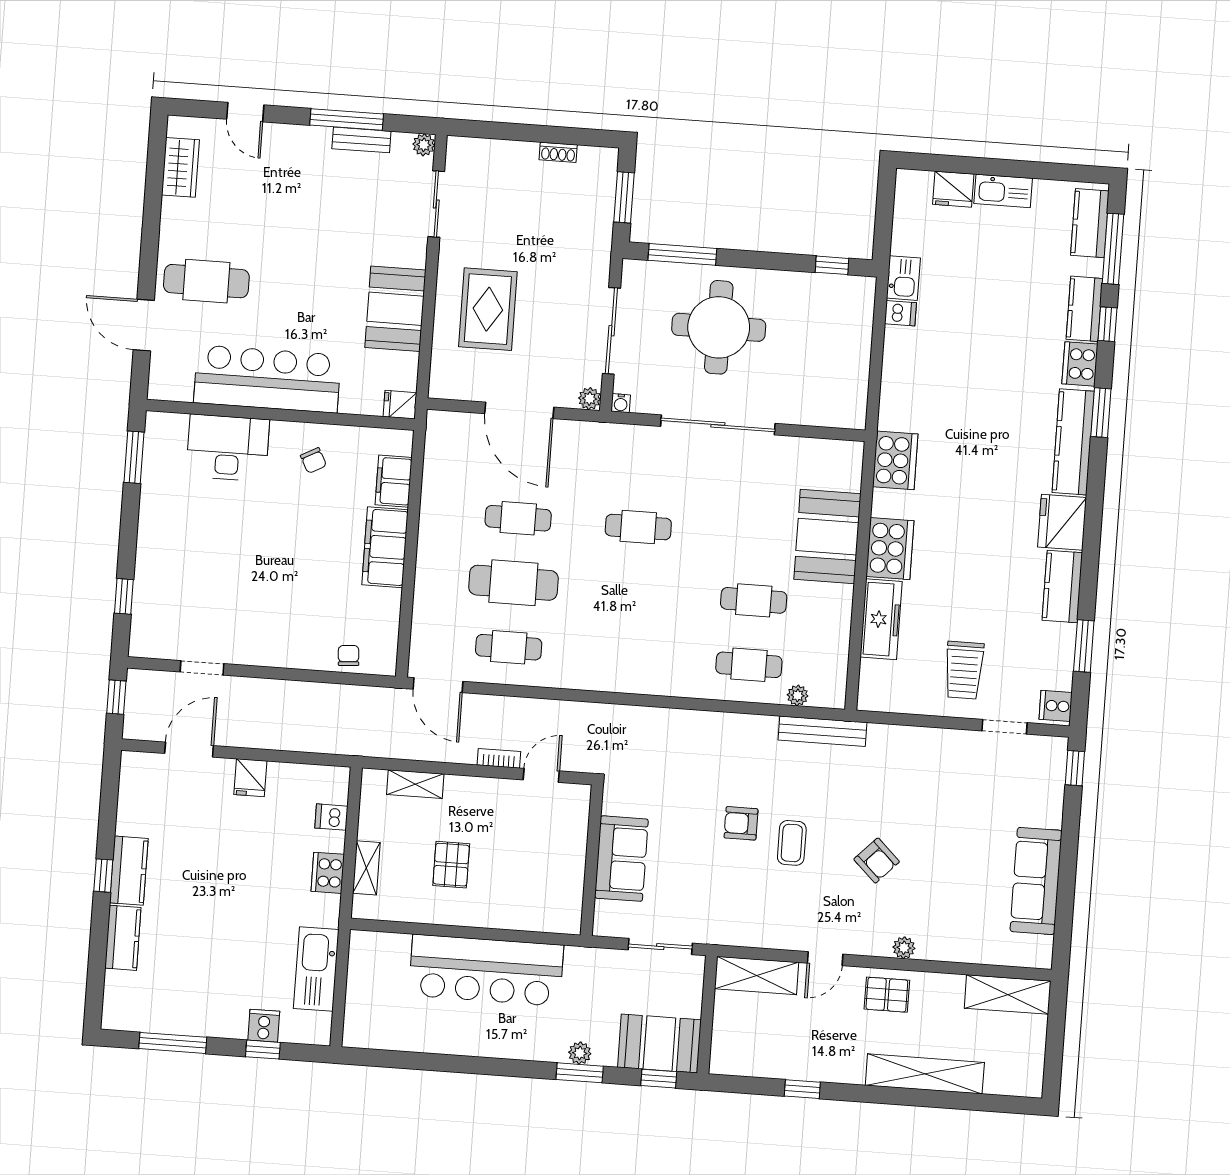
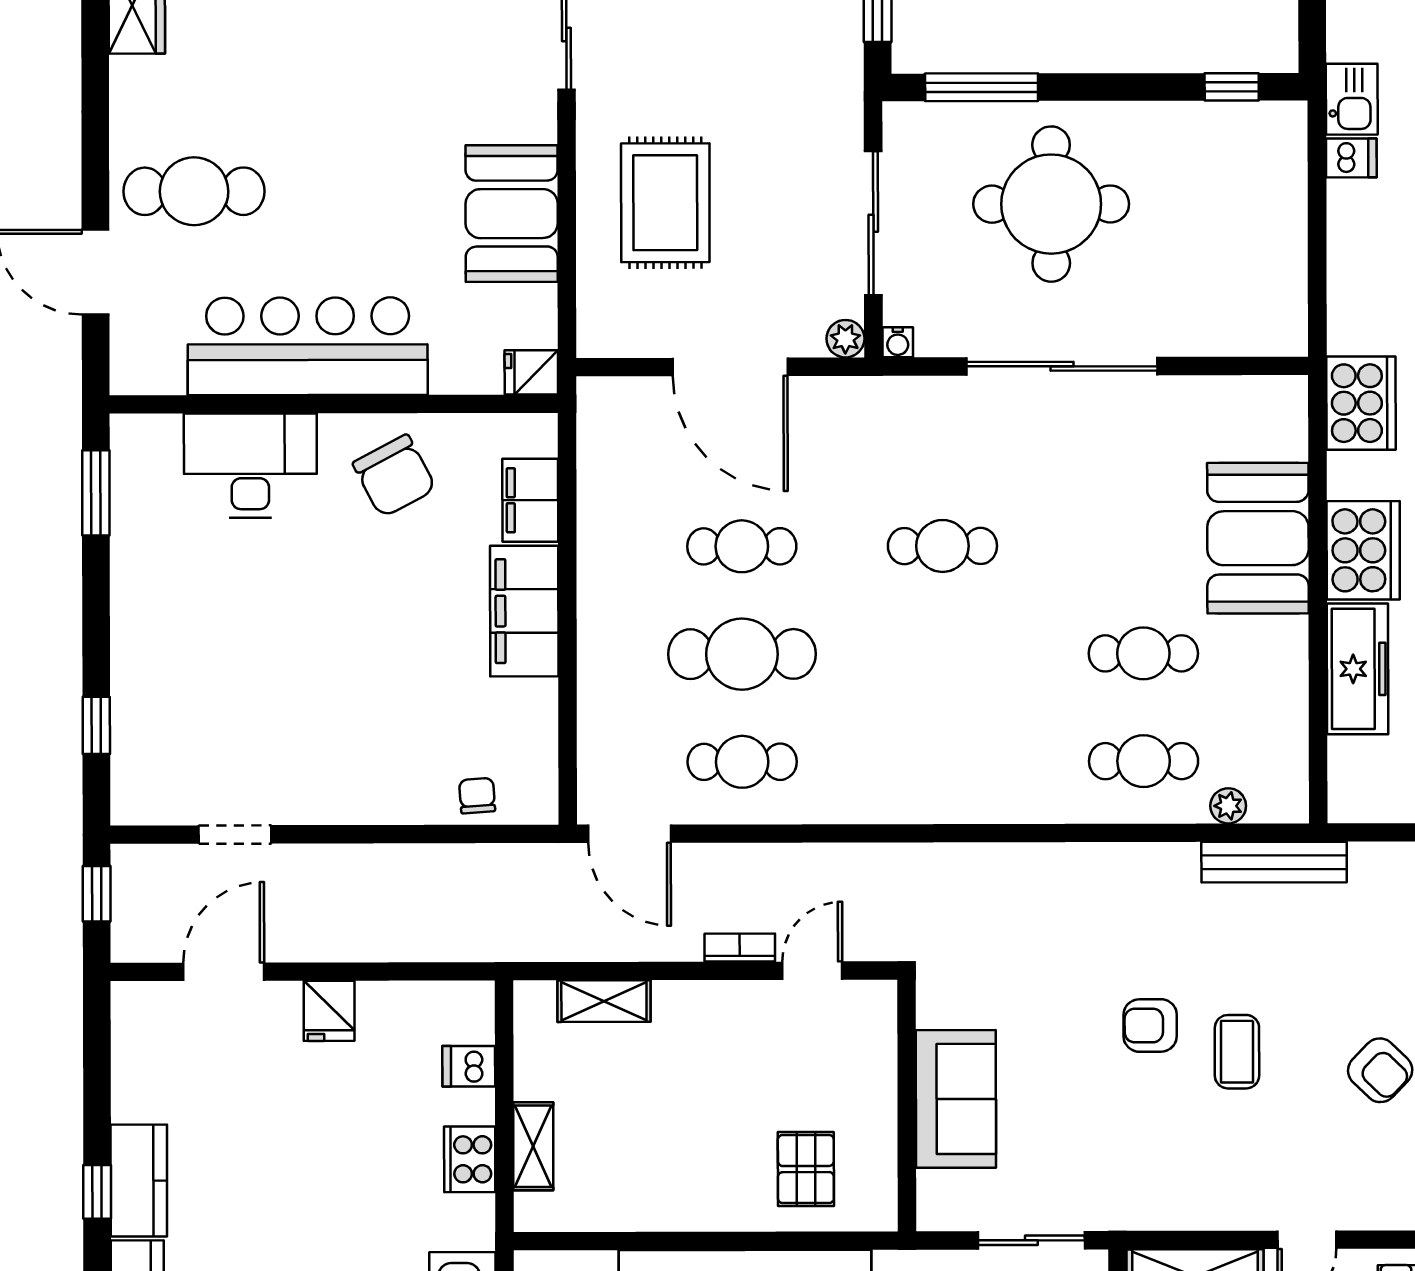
chair: (313, 460) -> (394, 476), width x1.87, depth x1.87
pallet: (451, 865) -> (806, 1169), moved

